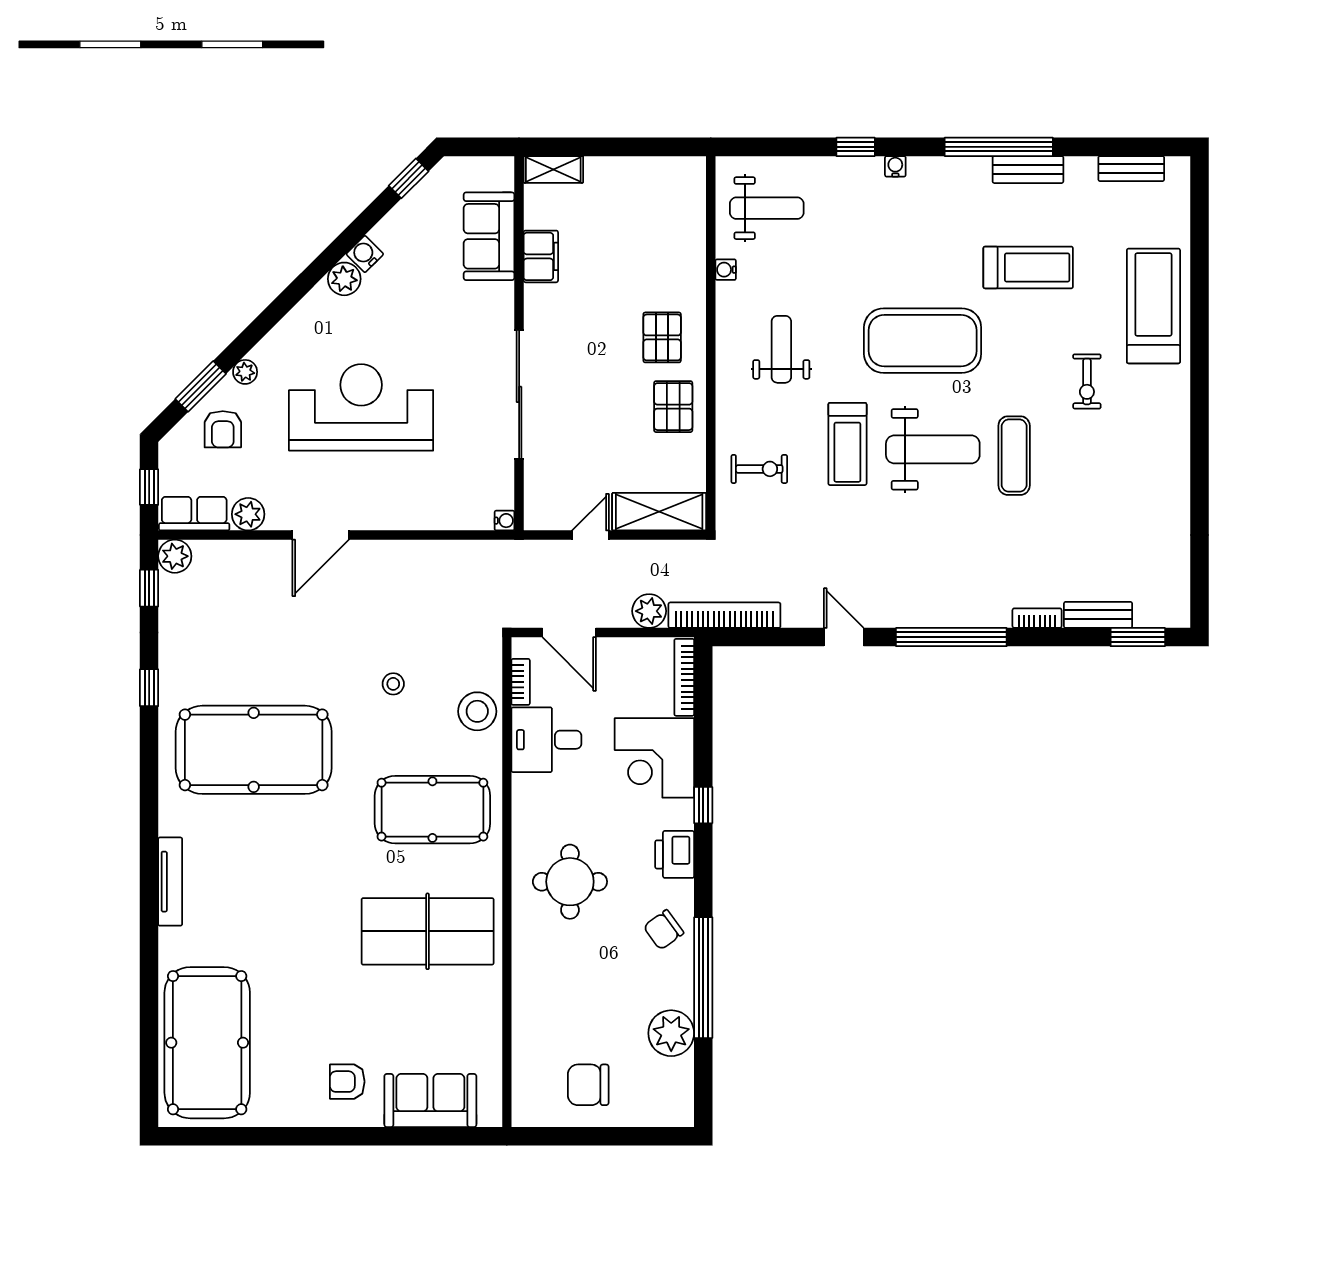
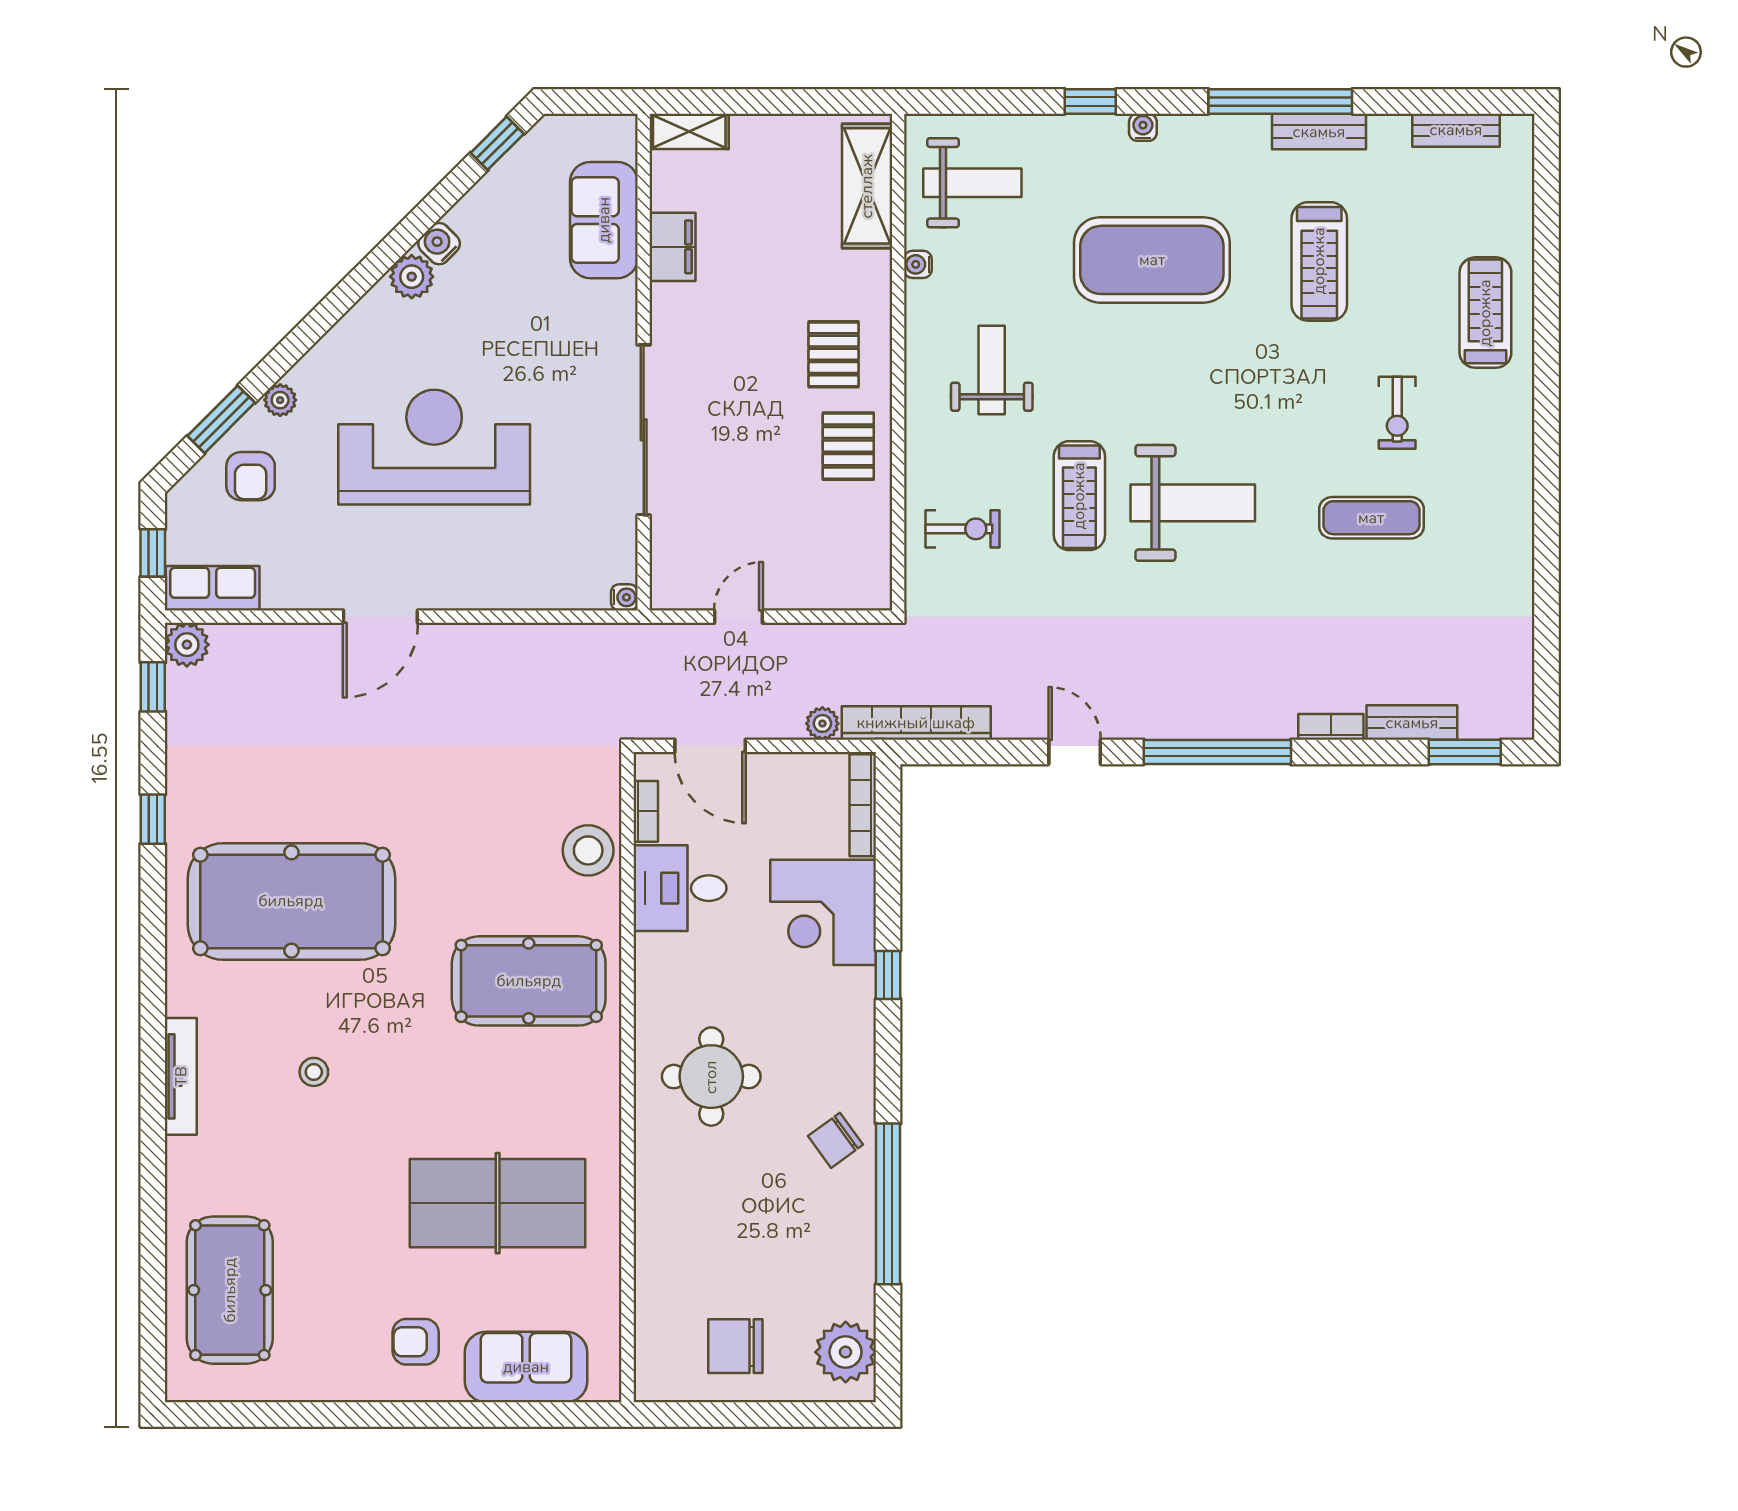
treadmill: (1028, 267) -> (1319, 261), turned 90
treadmill: (1153, 306) -> (1485, 313), width x0.73, depth x0.73
exercise mat: (923, 341) -> (1152, 260), moved
exercise mat: (1014, 456) -> (1371, 518), moved, turned 90
shelving: (659, 512) -> (867, 186), moved, turned 90
plant: (248, 514) -> (284, 589), removed
plant: (649, 611) -> (822, 723), width x0.73, depth x0.73
stool: (393, 684) -> (314, 1072), moved
printer: (675, 854) -> (850, 1040), removed
table tennis table: (428, 931) -> (498, 1203), moved
plant: (671, 1033) -> (846, 1352), moved
pool table: (207, 1043) -> (230, 1290), width x0.73, depth x0.76

